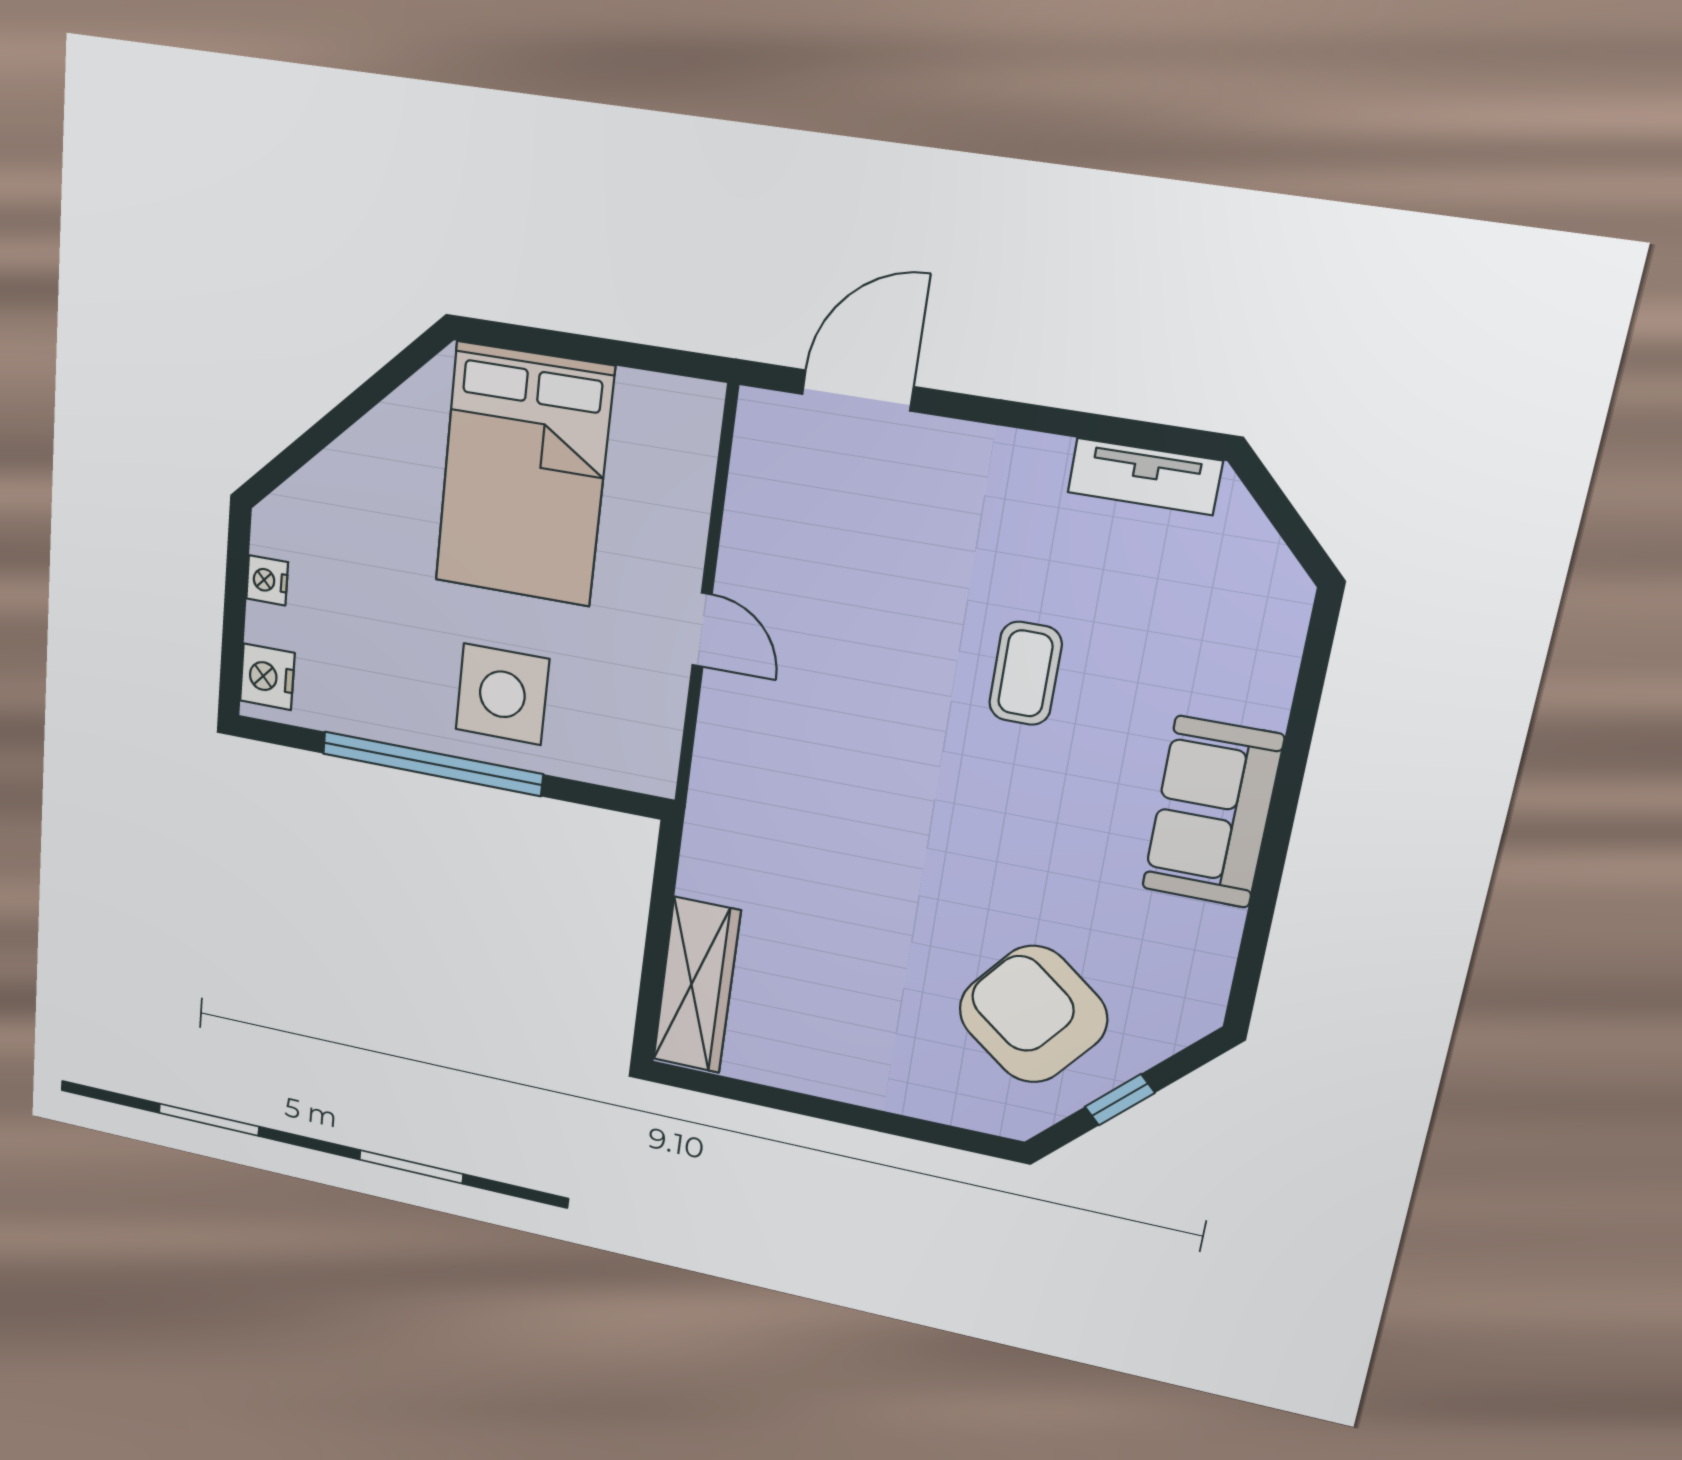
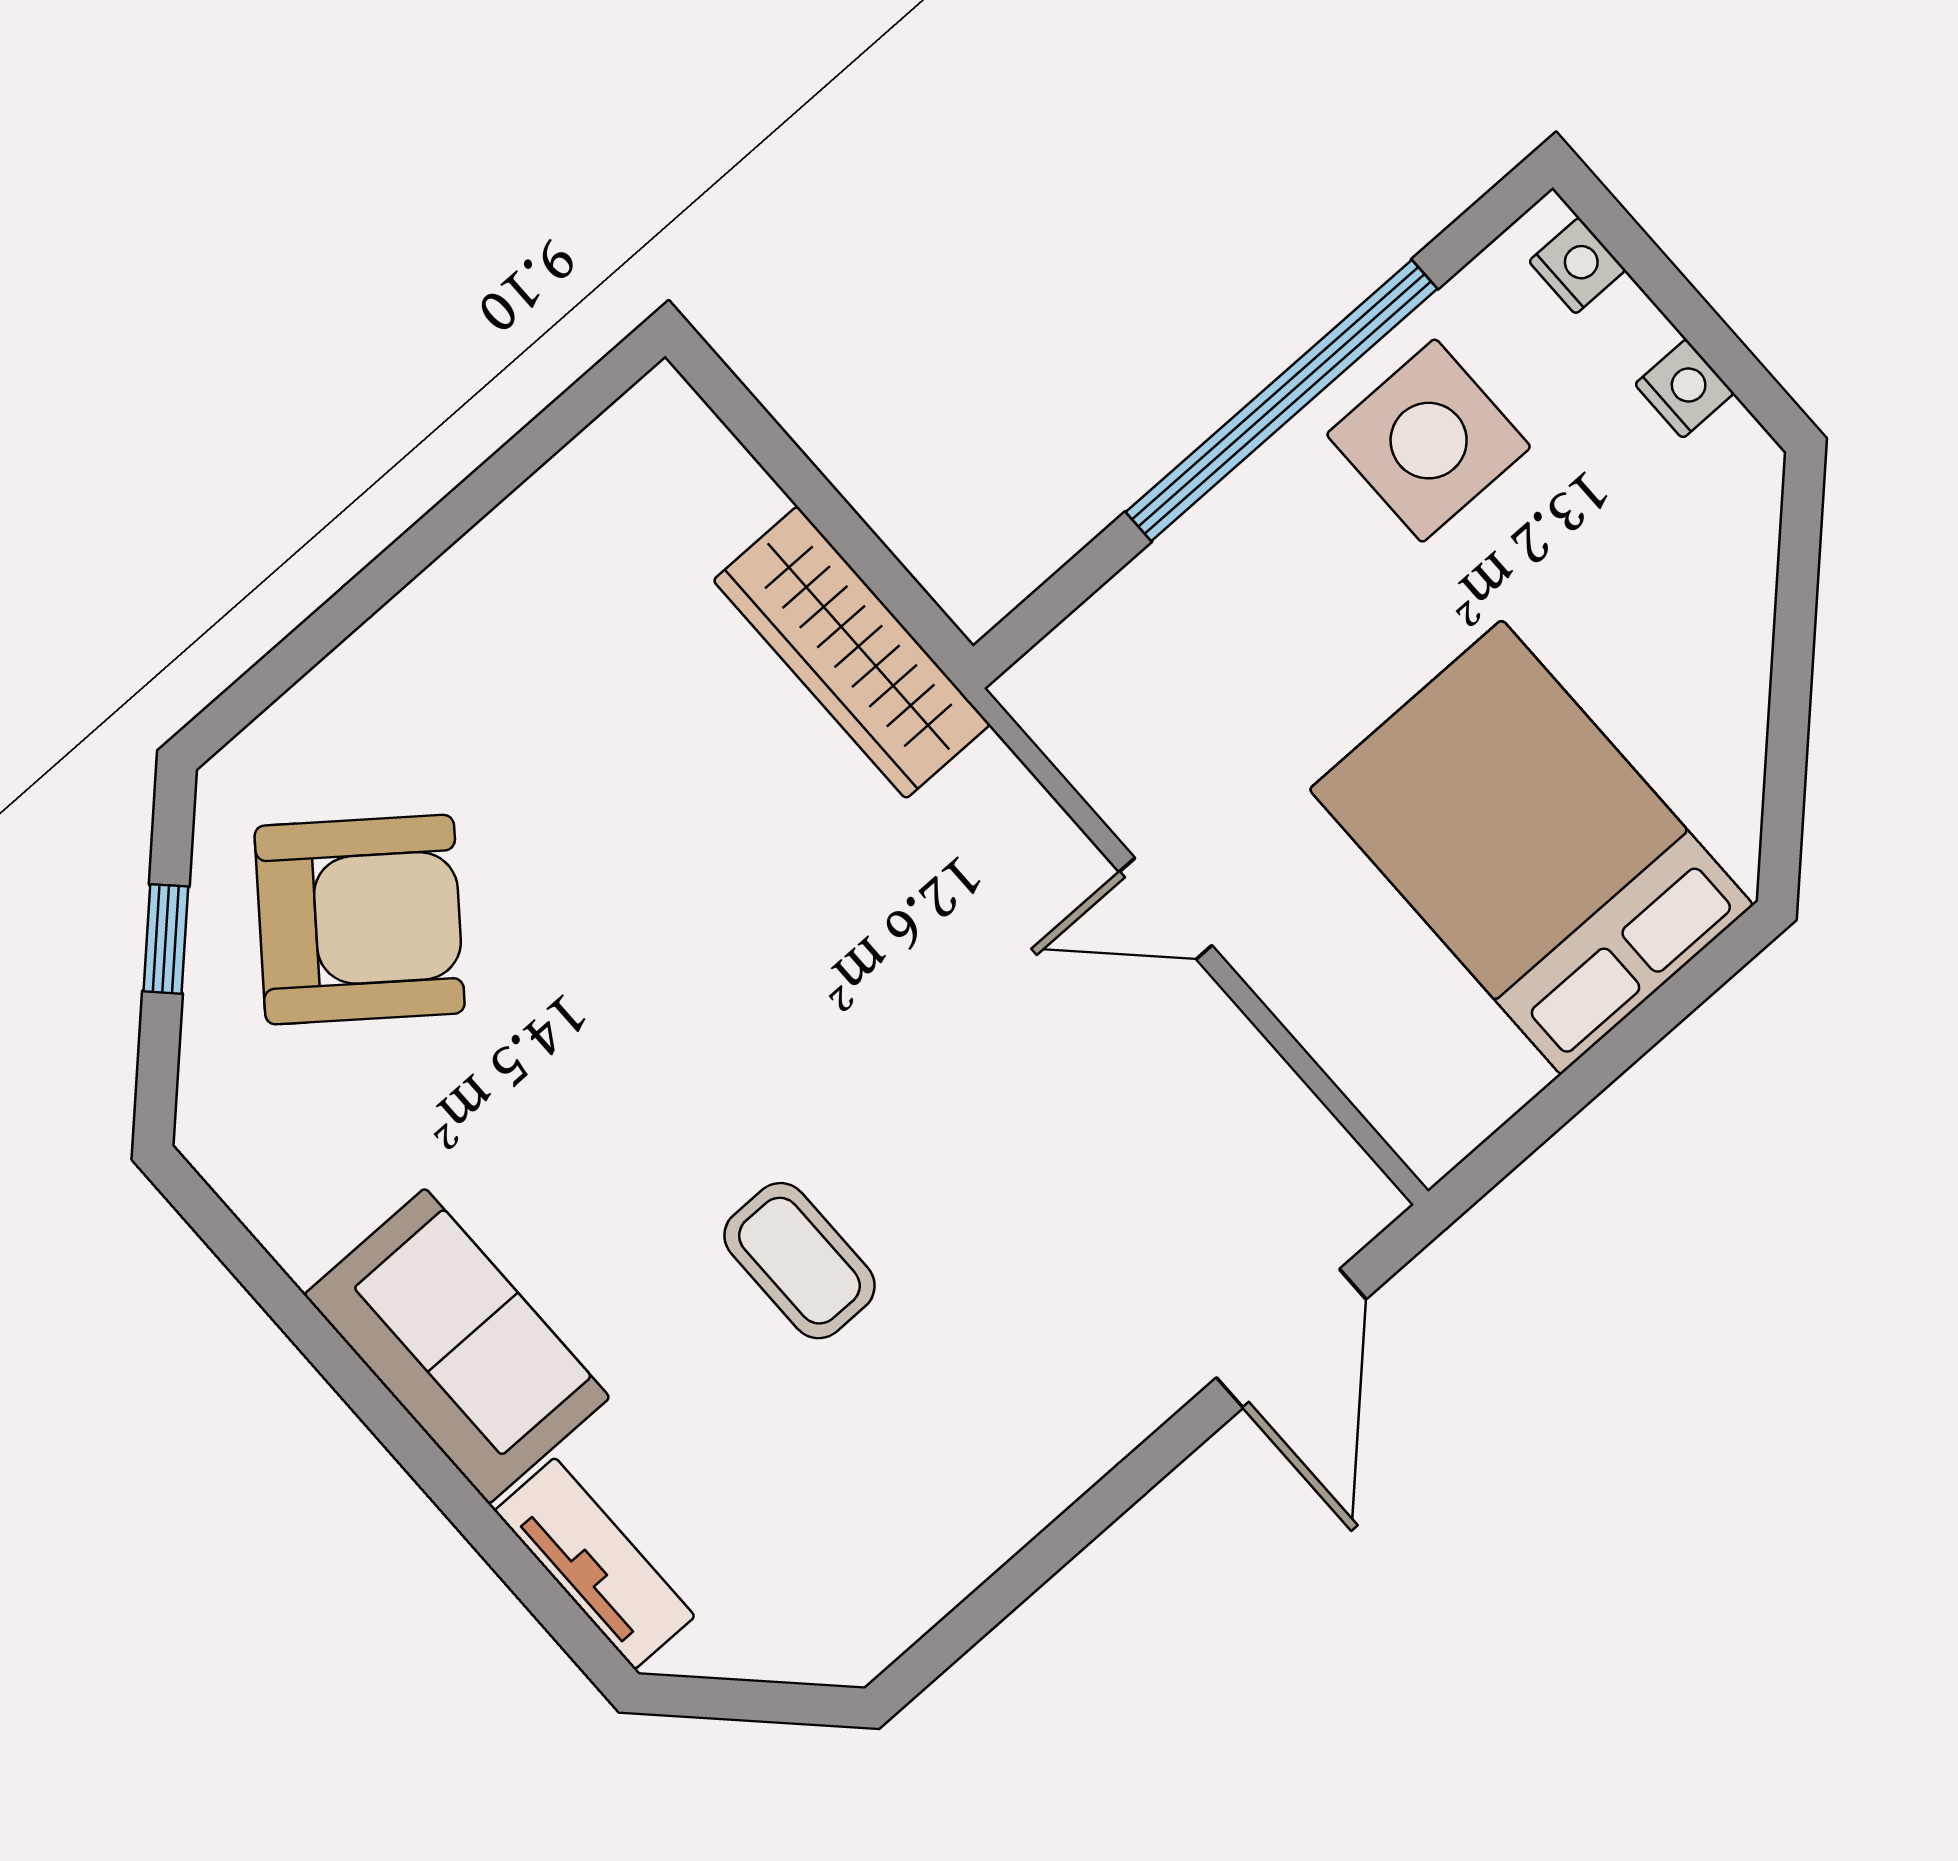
tv unit: (1145, 477) -> (595, 1563), moved, turned 90
nightstand: (267, 677) -> (1577, 266), width x0.72, depth x0.74
side table: (502, 694) -> (1429, 441), moved
wardrobe: (697, 985) -> (852, 652), moved

